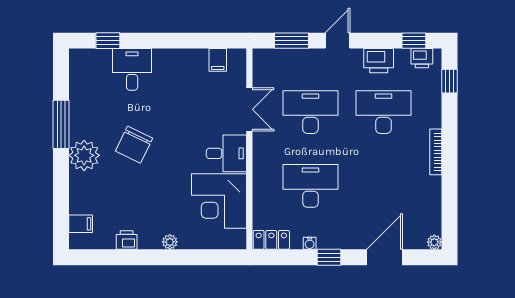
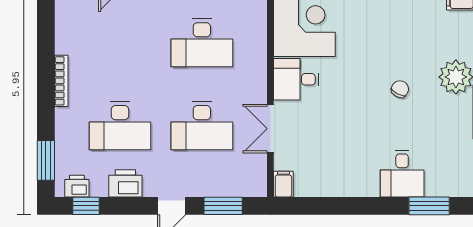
window: (108, 41) -> (429, 206), width x1.50
filing cabinet: (218, 60) -> (283, 184), moved
window: (449, 81) -> (46, 160), width x1.50
chair: (134, 145) -> (400, 89), width x0.54, depth x0.54

